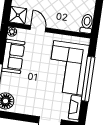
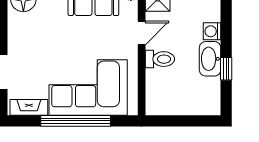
toilet: (87, 24) -> (160, 59), moved

